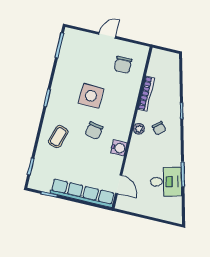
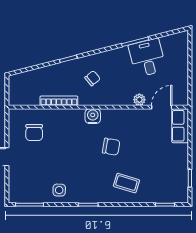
chair: (123, 65) -> (34, 132), turned 90
side table: (91, 96) -> (59, 190), moved, width x0.54, depth x0.54
plant: (139, 129) -> (139, 100), moved
water cooler: (119, 148) -> (93, 116), moved
row of seats: (83, 193) -> (180, 126), width x0.50

